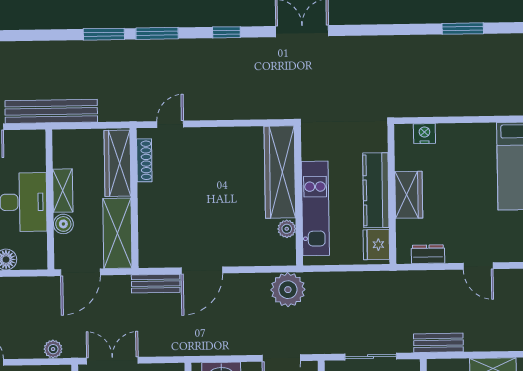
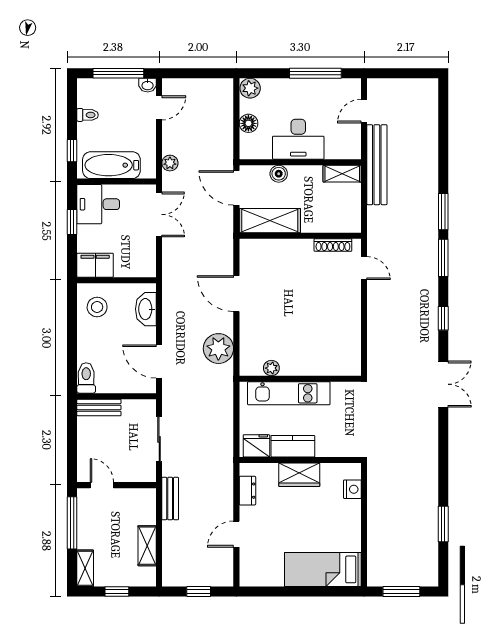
wardrobe: (117, 163) -> (331, 222), removed
wardrobe: (280, 172) -> (321, 363), removed
kitchen counter: (376, 190) -> (293, 446), width x0.67
shelving: (63, 191) -> (342, 174), moved
bench: (156, 284) -> (225, 253), removed
plant: (288, 290) -> (218, 349), moved

